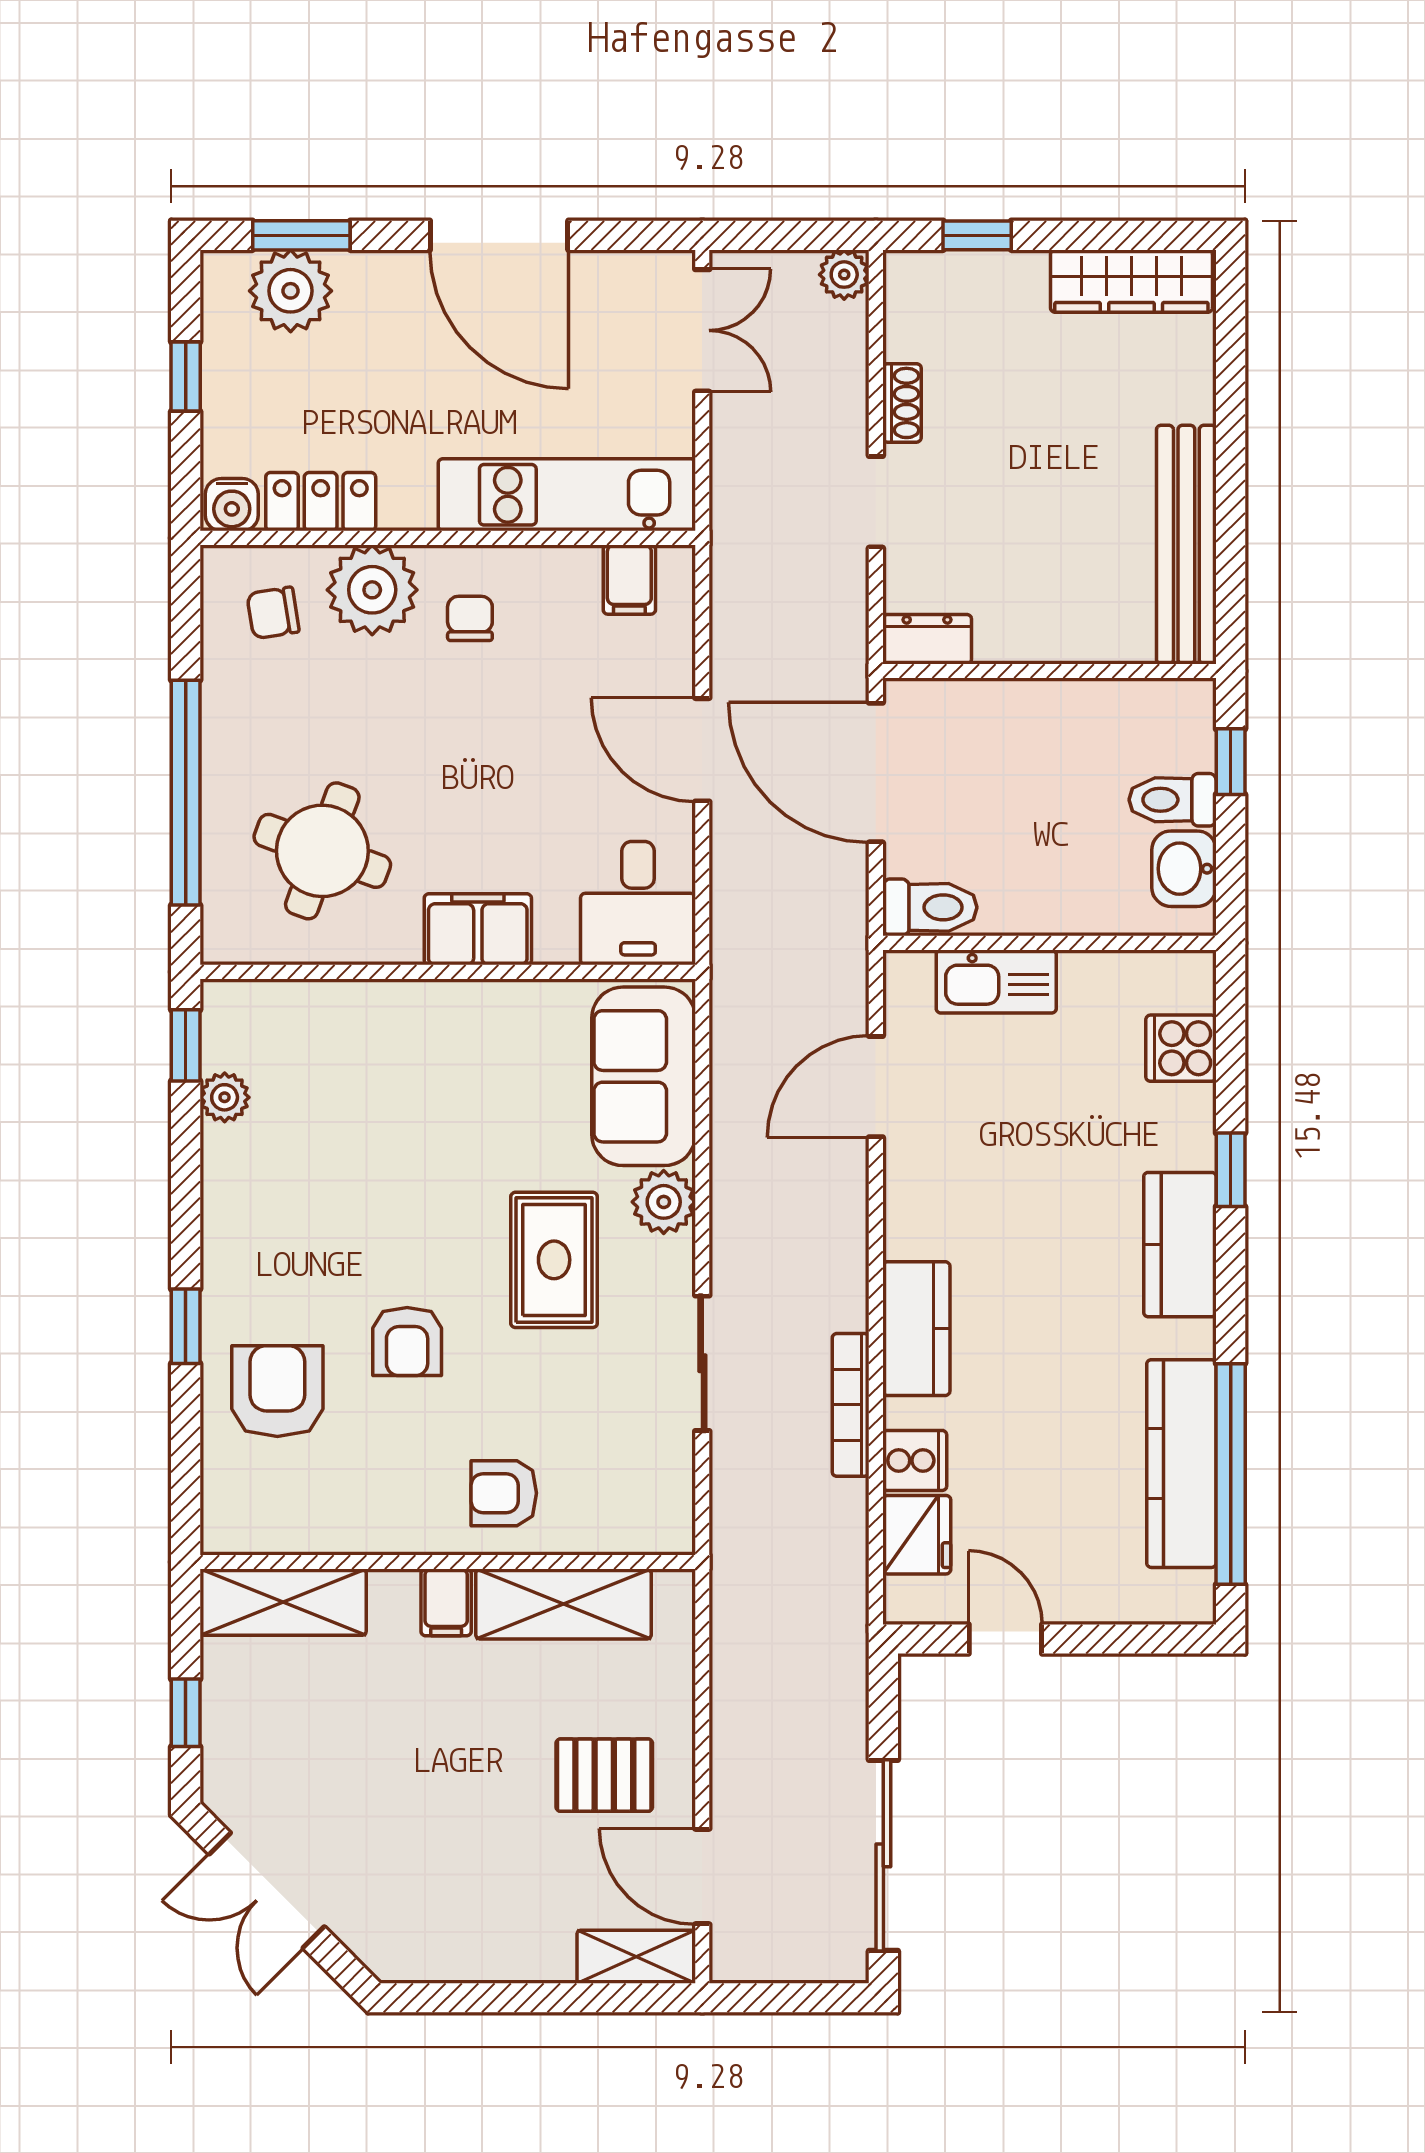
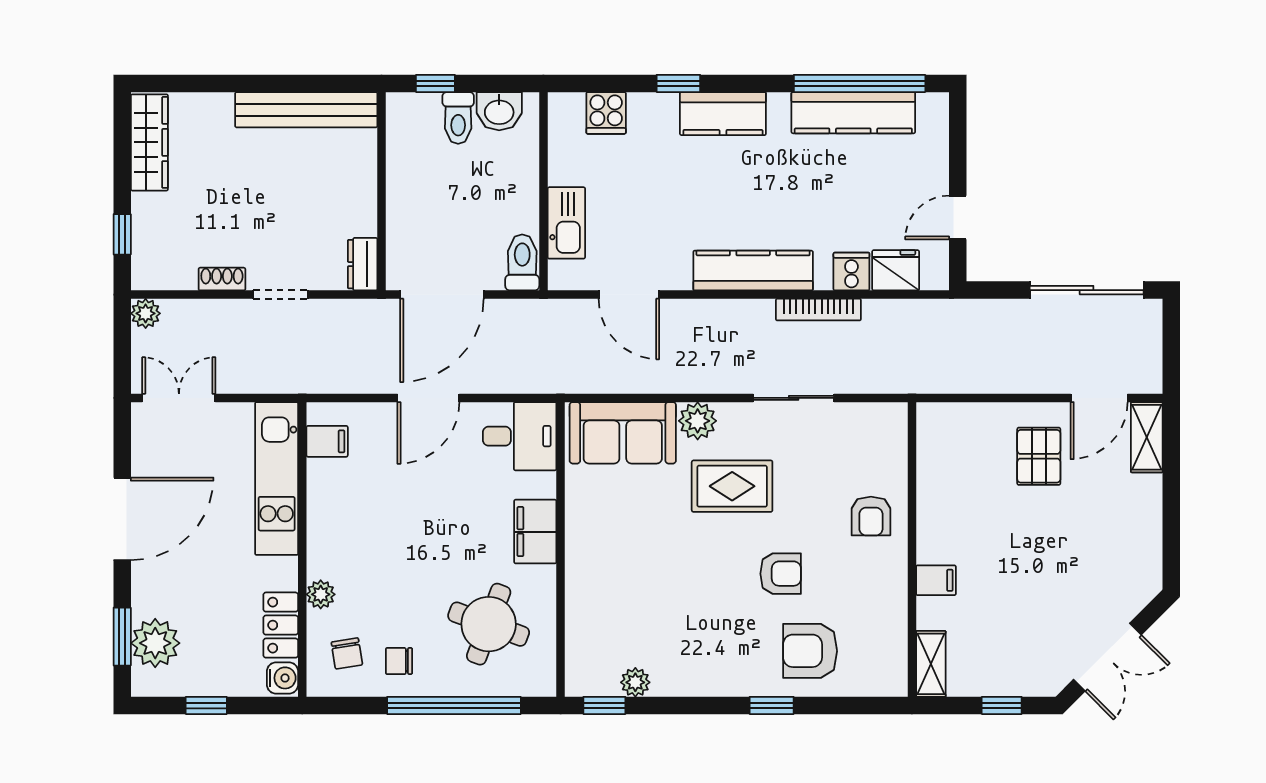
plant: (372, 590) -> (321, 594), width x0.53, depth x0.53
chair: (470, 618) -> (399, 661), moved
kitchen counter: (916, 1329) -> (753, 271), width x1.50
shelving: (283, 1602) -> (931, 664), width x0.67, depth x0.75
filing cabinet: (446, 1602) -> (936, 580), moved
shelving: (563, 1604) -> (937, 481), removed

